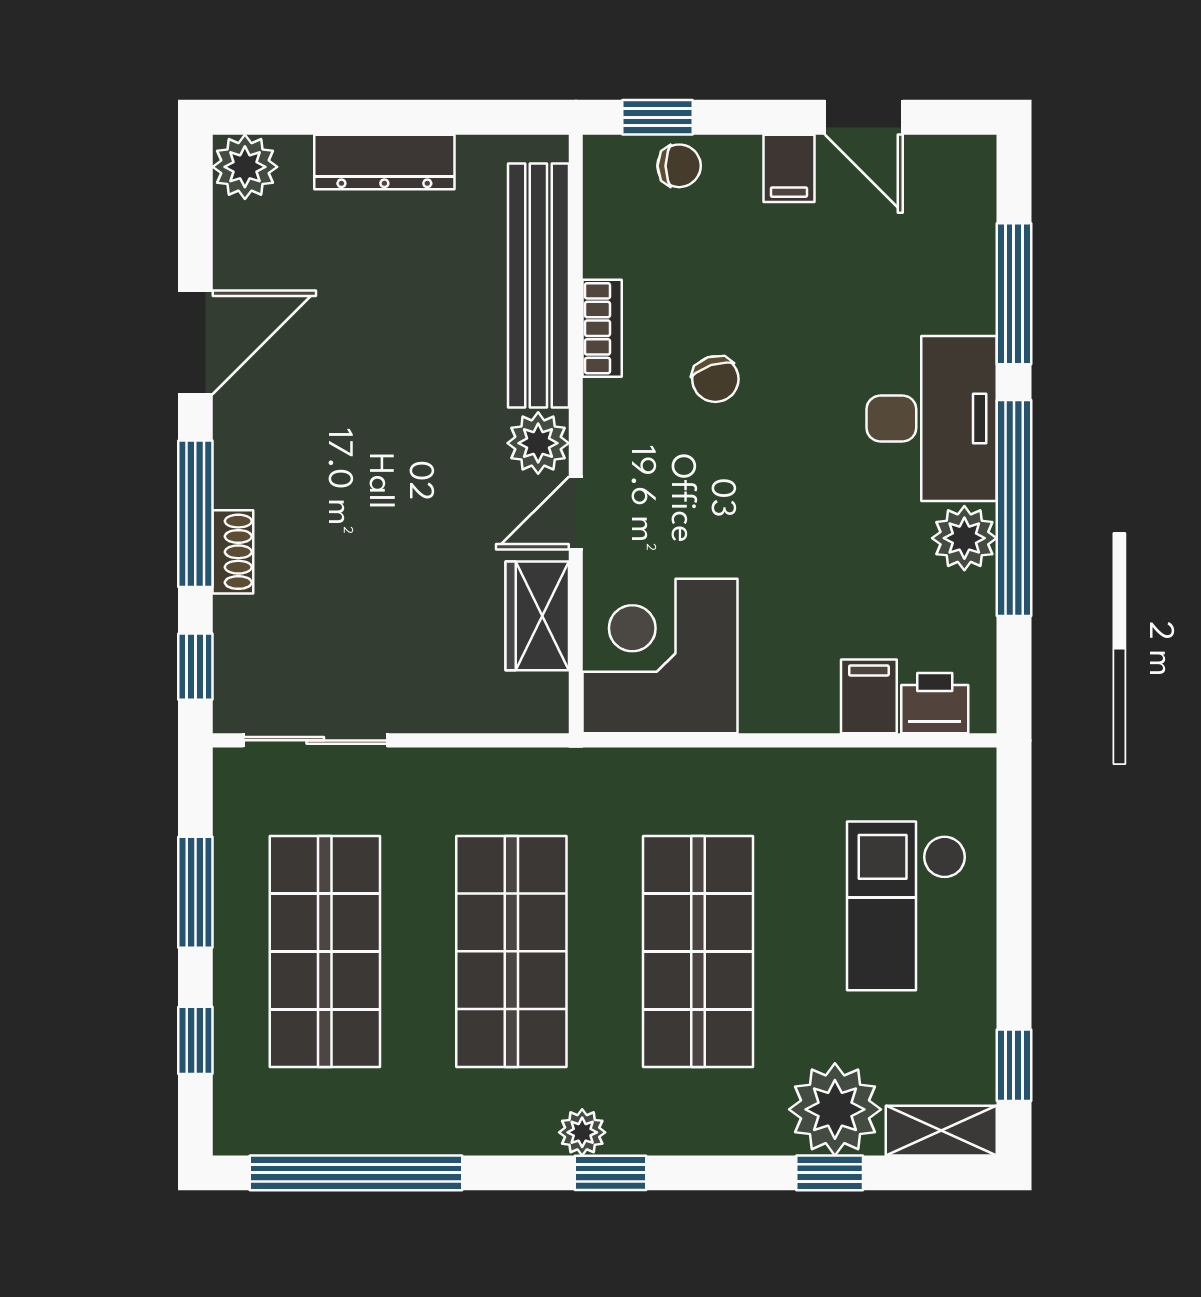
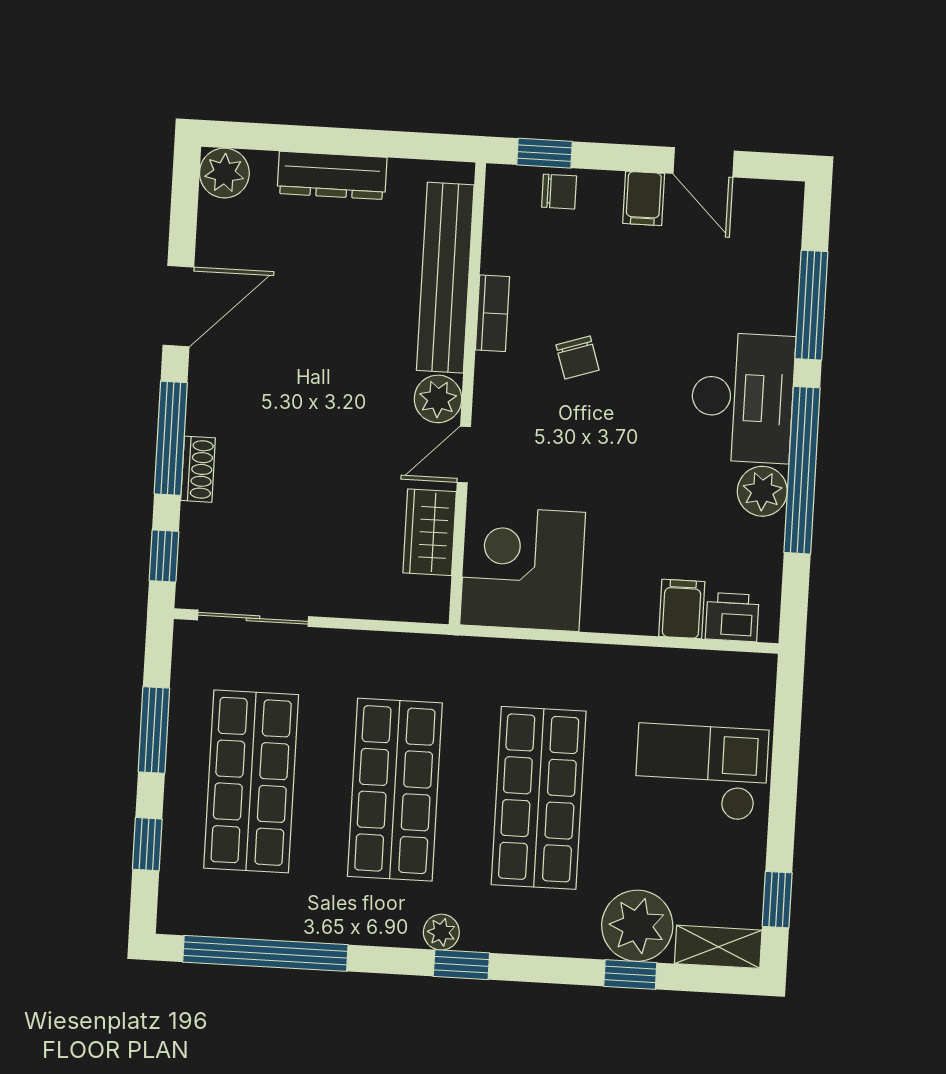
checkout: (906, 906) -> (701, 772), turned 90

